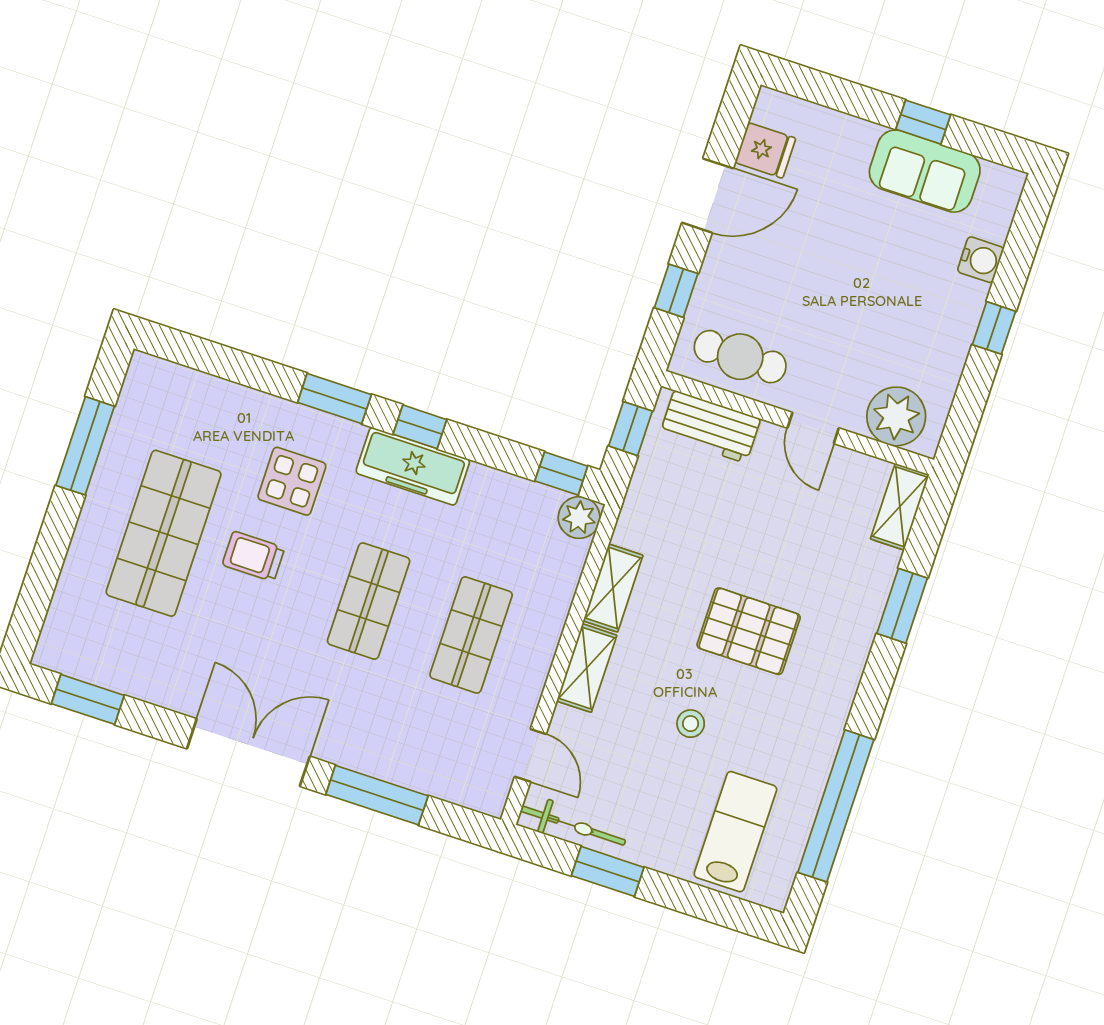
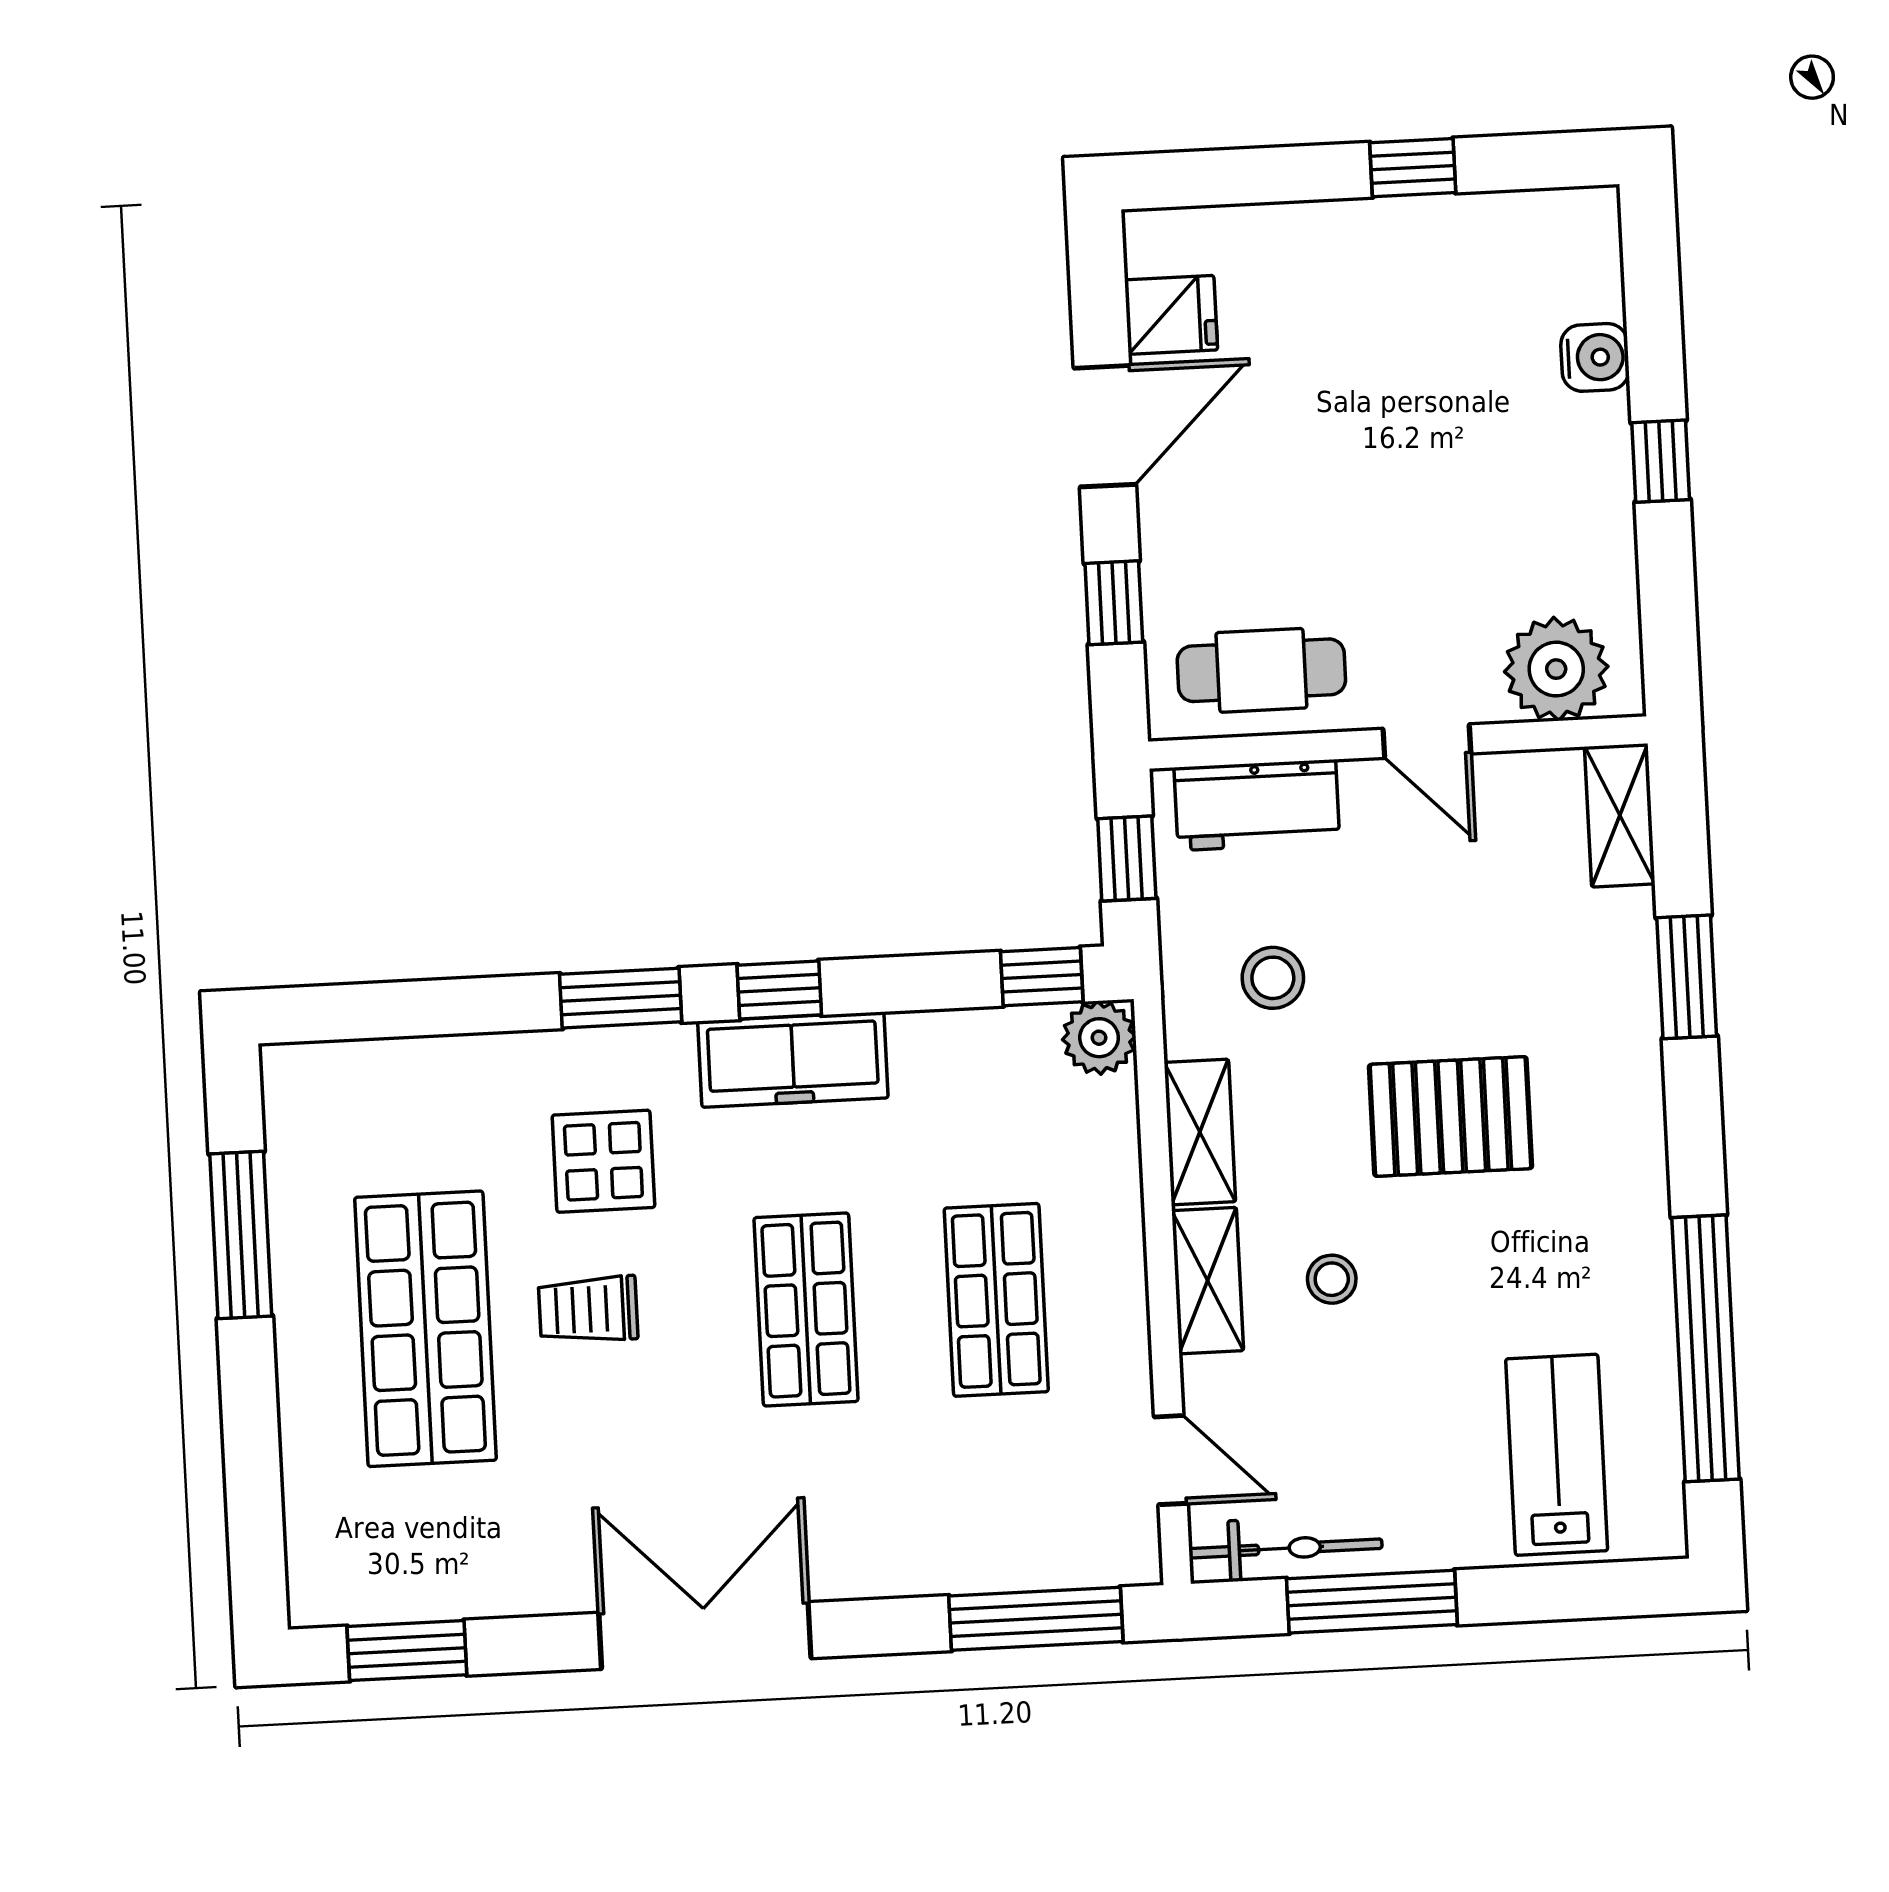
sofa: (925, 171) -> (1447, 247), removed
stool: (683, 521) -> (1273, 978), added
stool: (691, 724) -> (1332, 1279), moved
window: (377, 795) -> (1036, 1619), moved
window: (608, 871) -> (1372, 1602), width x1.44

